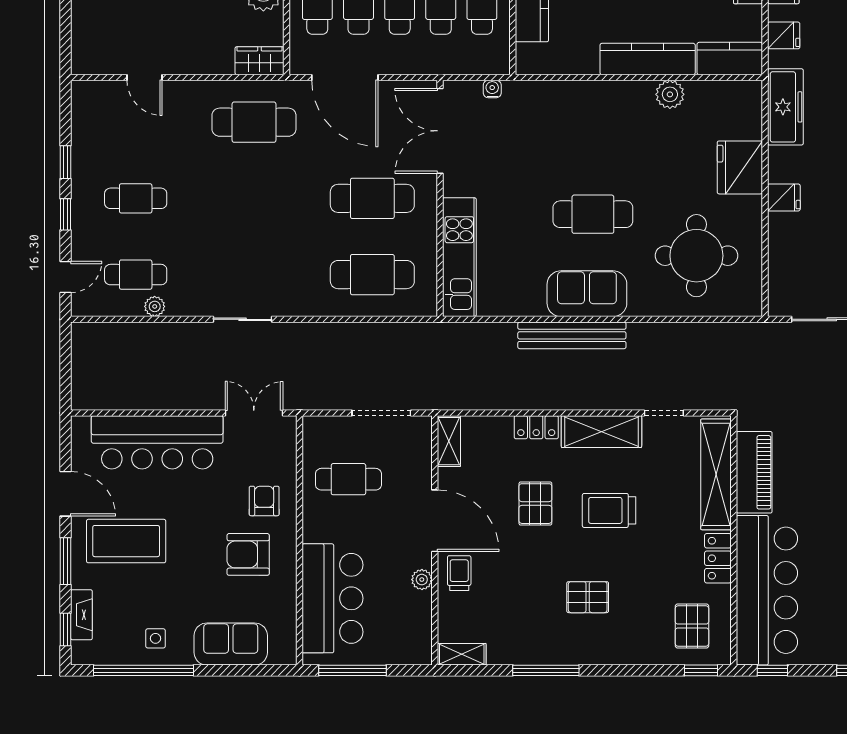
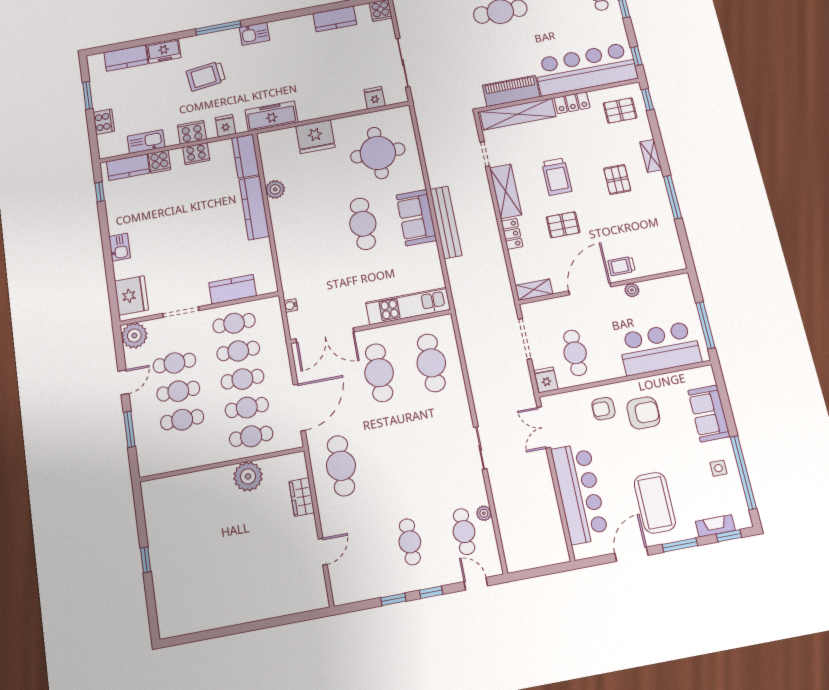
wardrobe: (260, 61) -> (302, 497), moved
fridge: (784, 197) -> (375, 98), moved
fridge: (319, 430) -> (546, 380), added
armchair: (248, 554) -> (643, 413), turned -90
shelving: (462, 654) -> (651, 156), moved

